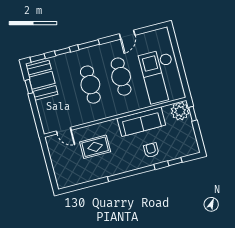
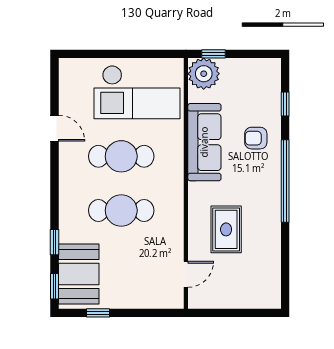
window: (89, 45) -> (54, 196), removed
booth: (42, 80) -> (79, 274), moved, turned 90

